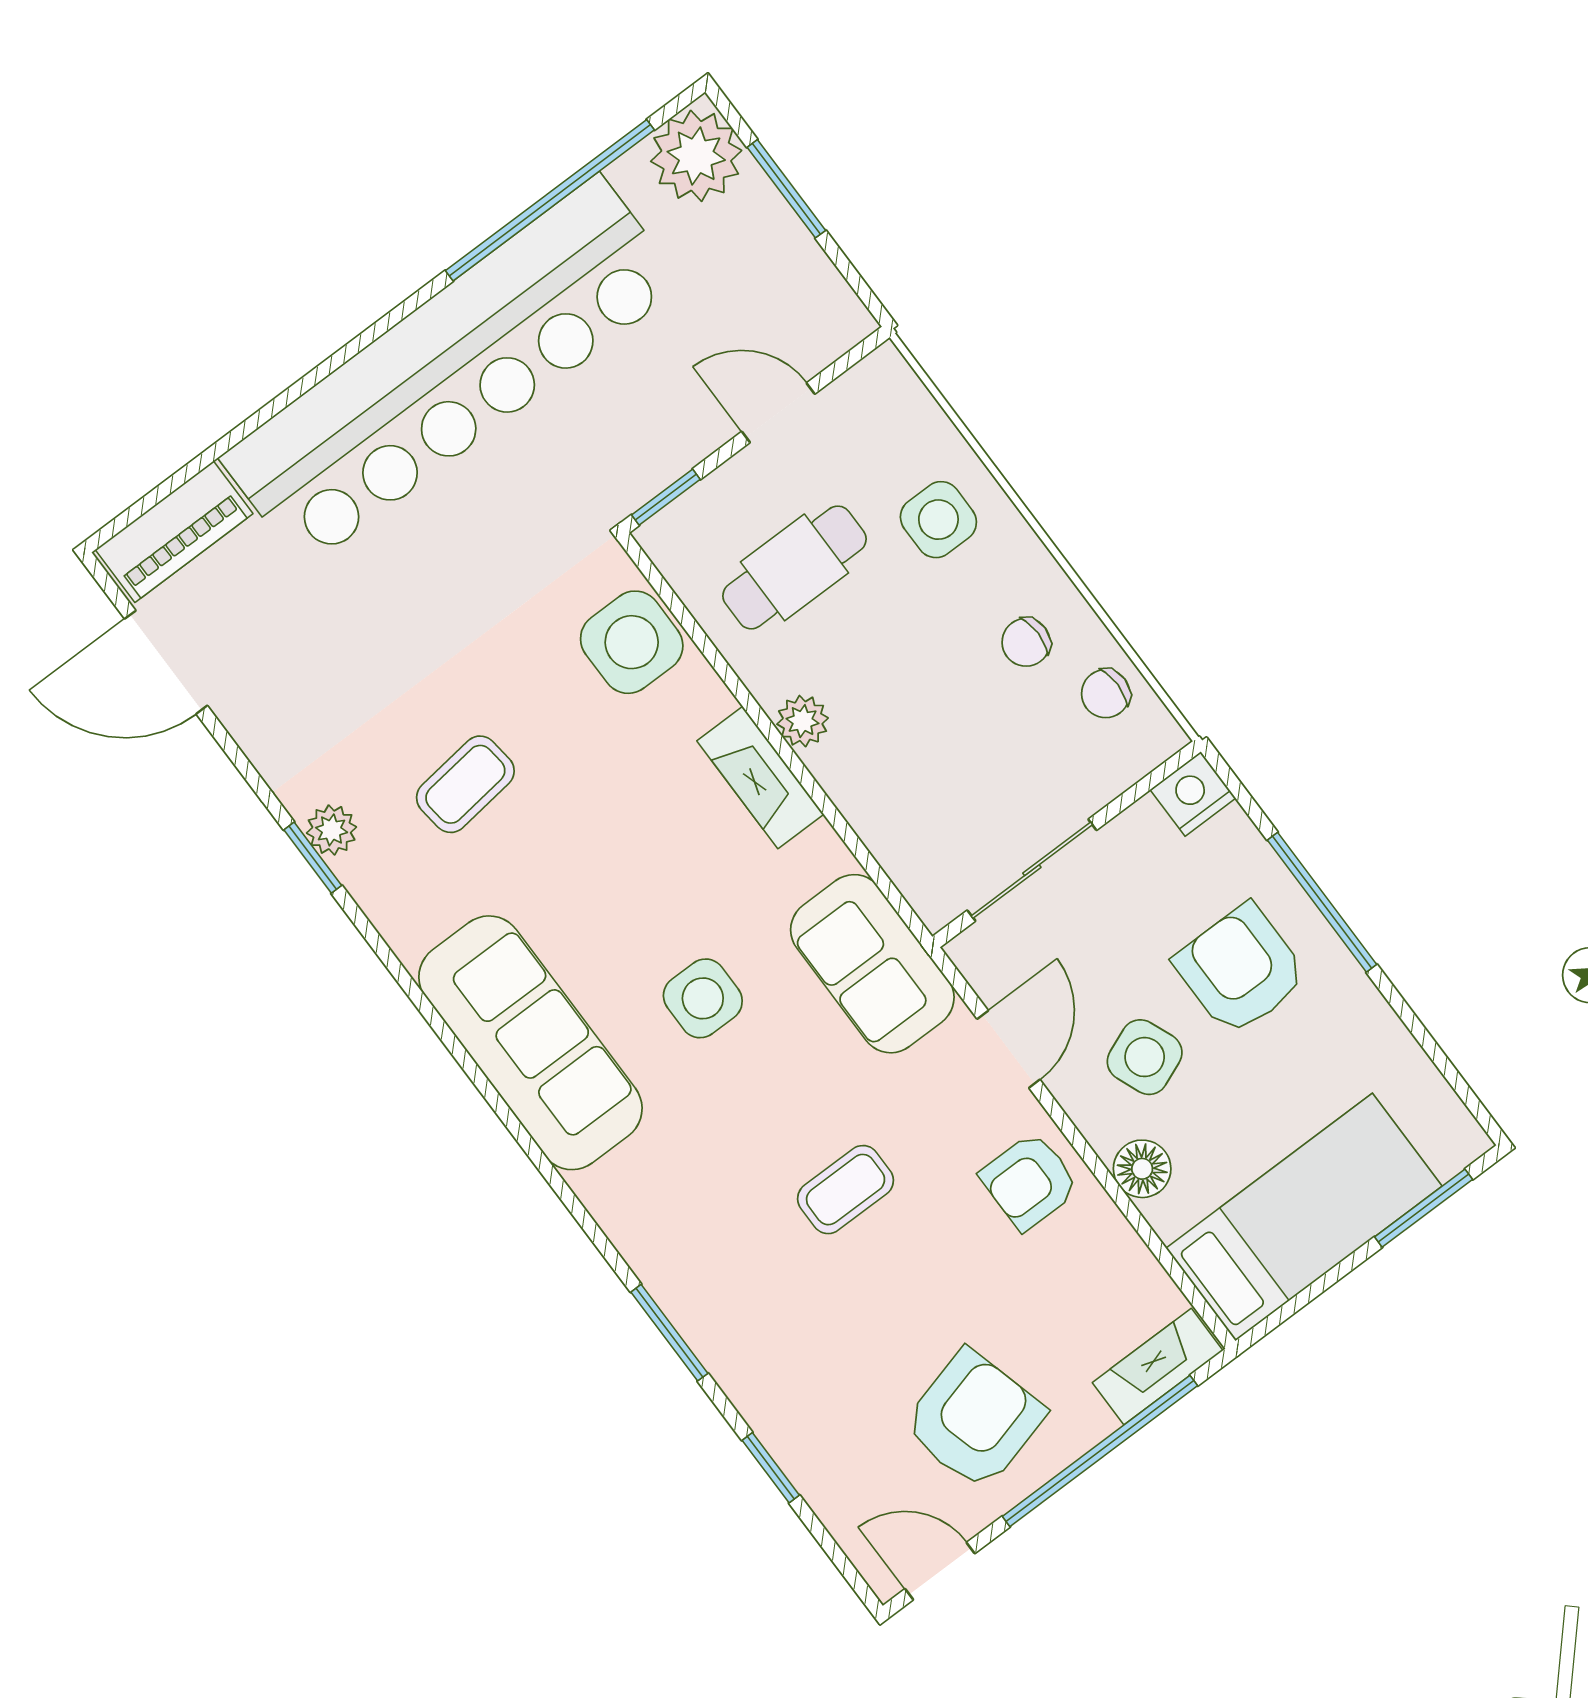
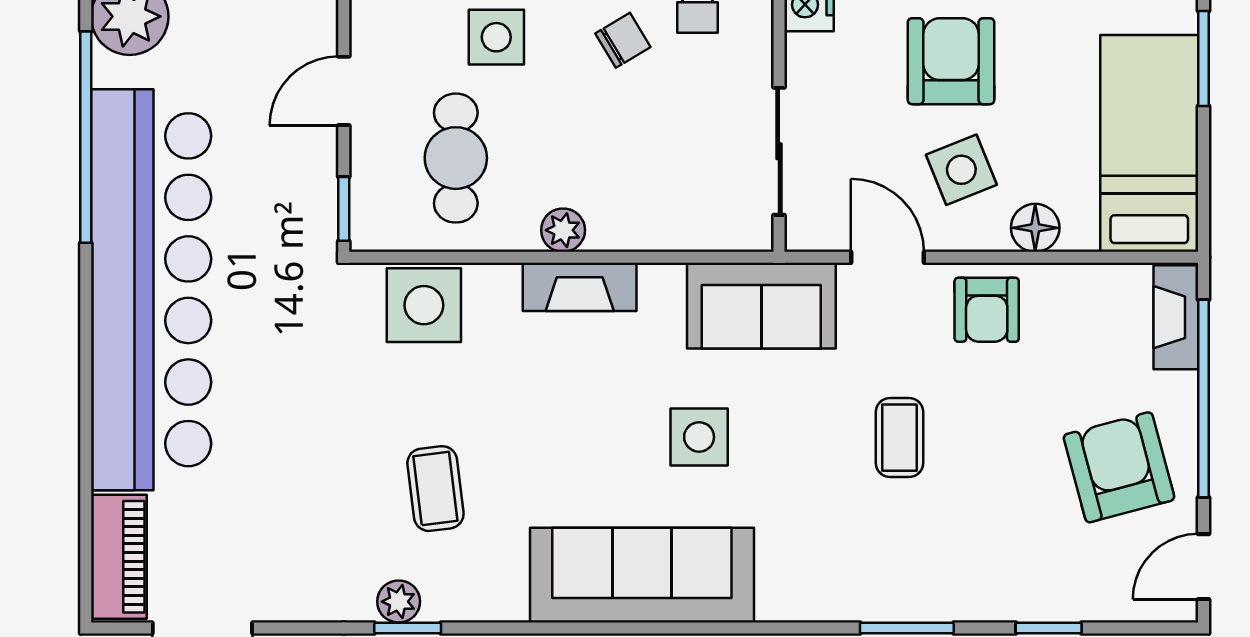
chair: (1026, 642) -> (623, 40), turned -121
armchair: (1241, 970) -> (951, 61), turned 90

